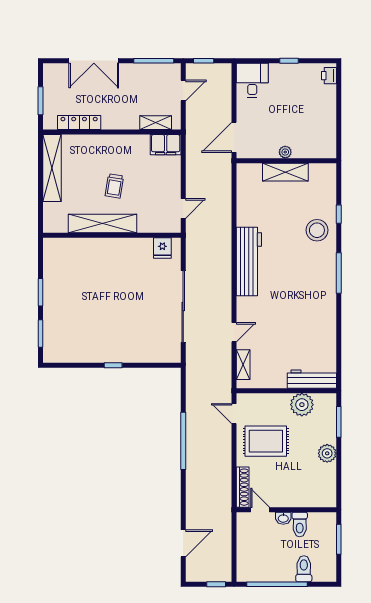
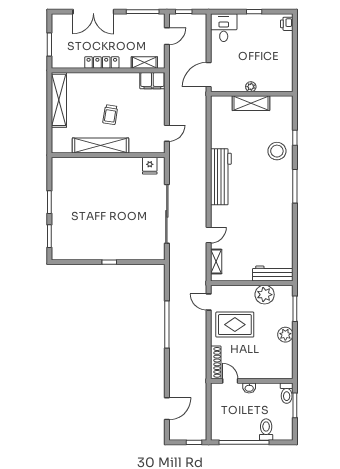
locker: (79, 123) -> (102, 62), moved
toilet: (300, 525) -> (287, 393), moved

